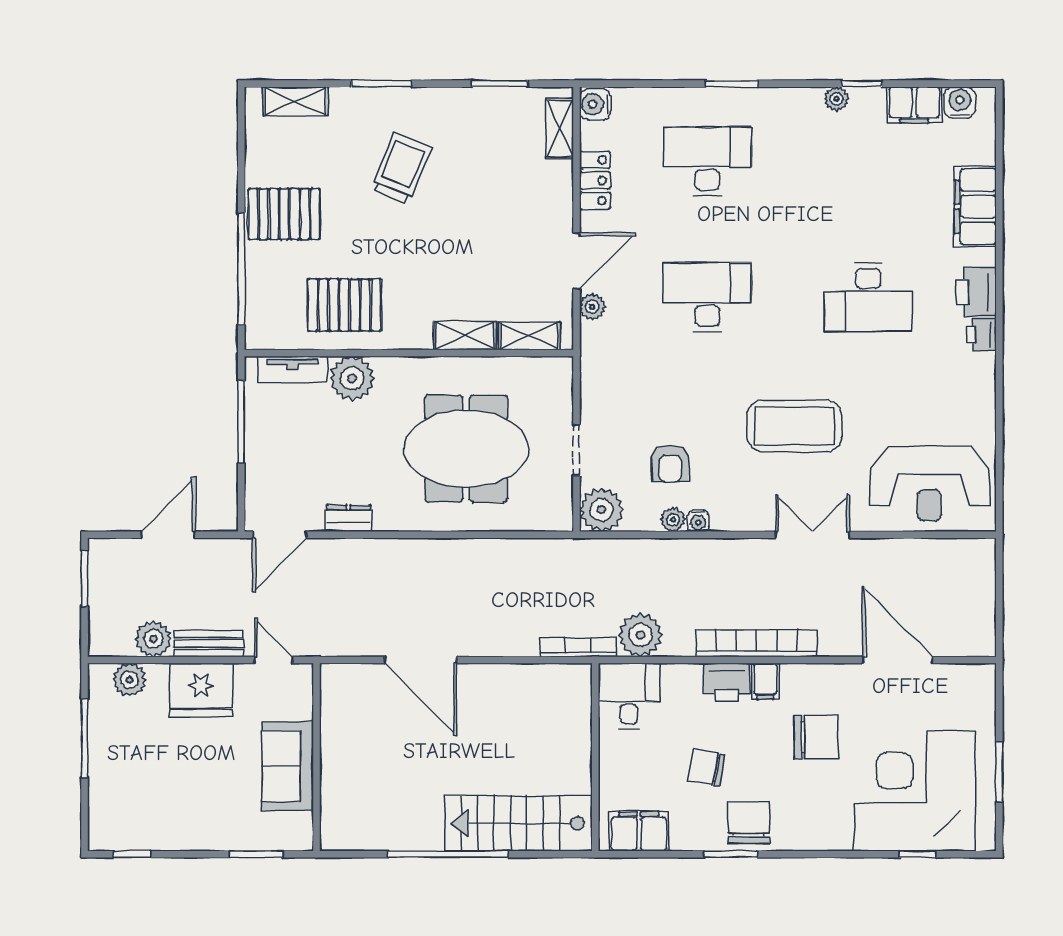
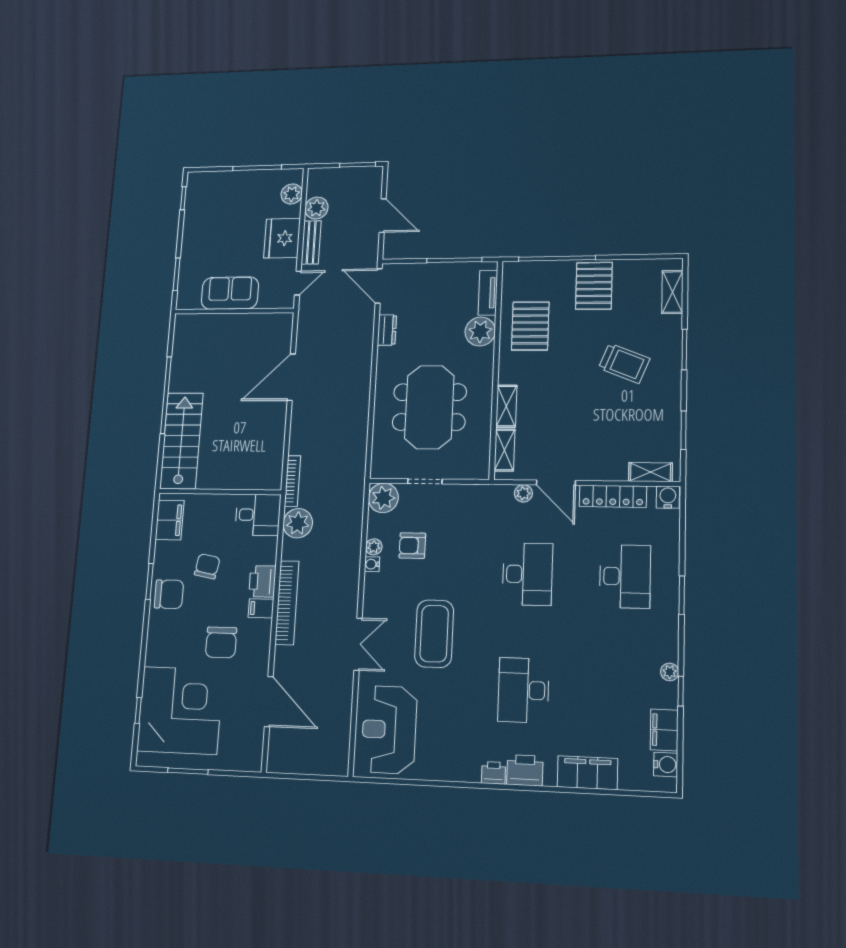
locker: (595, 180) -> (613, 496), width x1.53
door: (898, 660) -> (269, 702), hinge flipped

